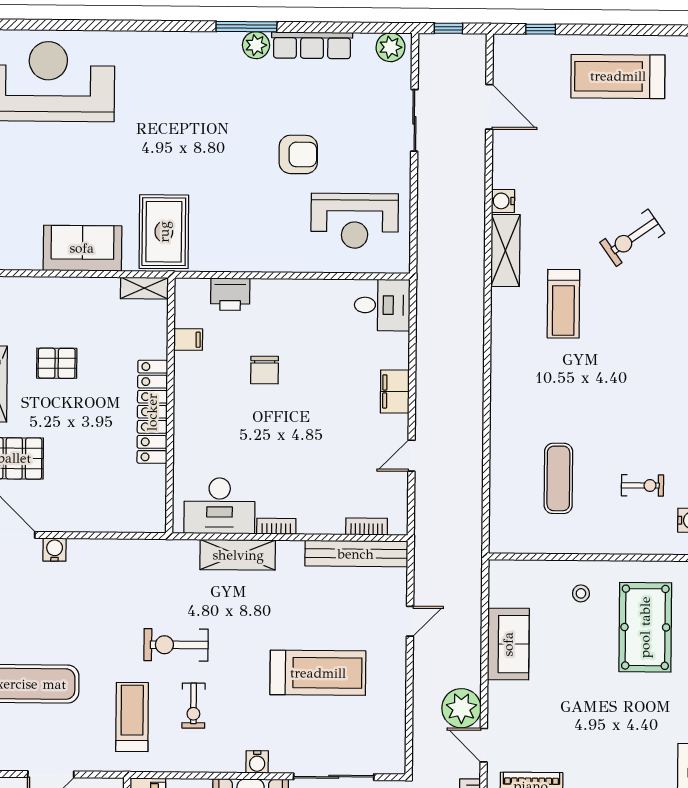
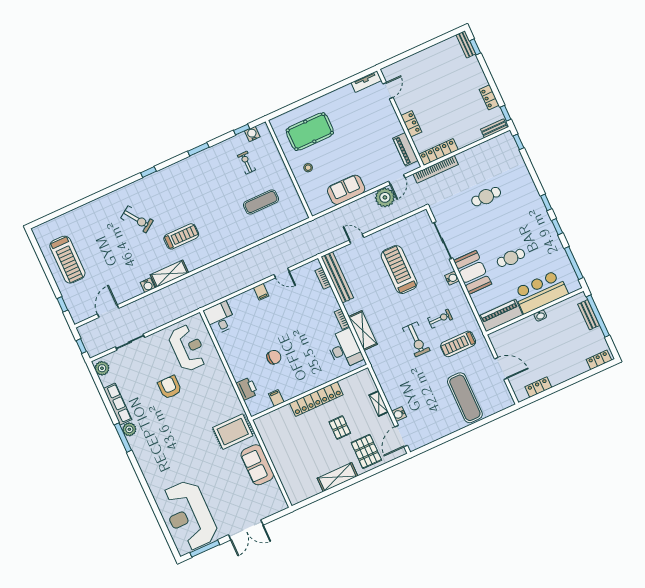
shelving: (144, 288) -> (379, 403), moved
pallet: (57, 363) -> (340, 428), moved
filing cabinet: (395, 392) -> (261, 292), width x0.50

